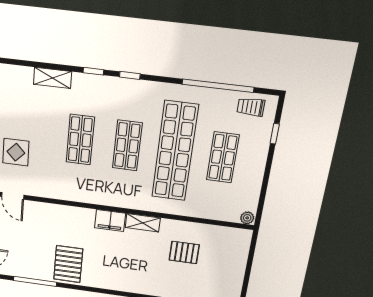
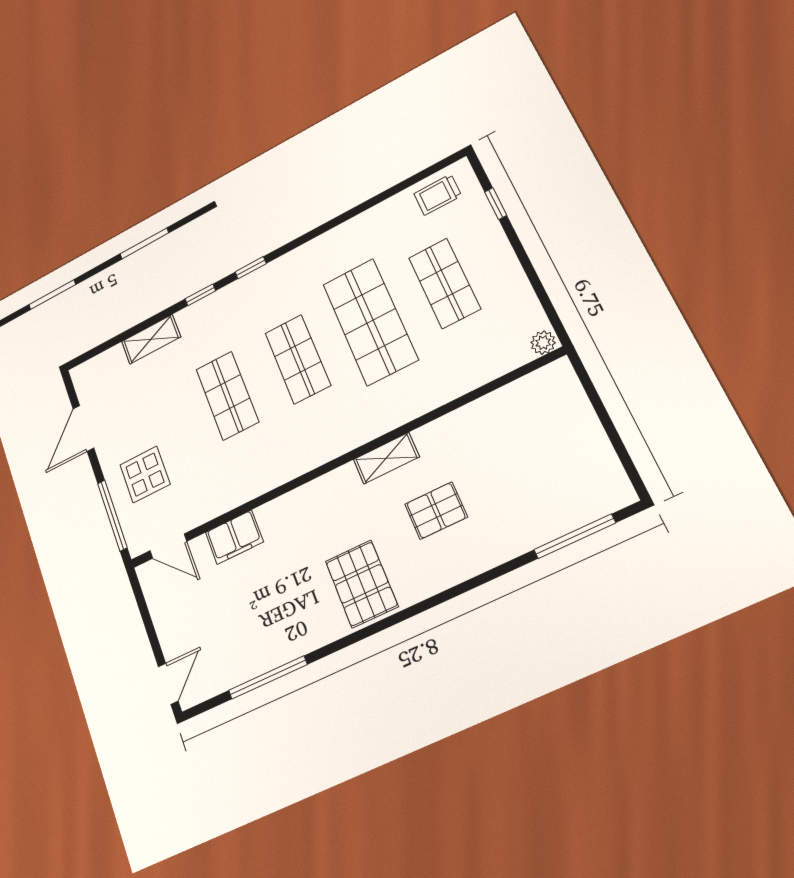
window: (218, 86) -> (375, 201), removed
shop shelf: (175, 151) -> (370, 322), width x0.71
filing cabinet: (110, 221) -> (234, 537), moved
pallet: (184, 252) -> (436, 511), moved
pallet: (68, 264) -> (361, 584), moved

